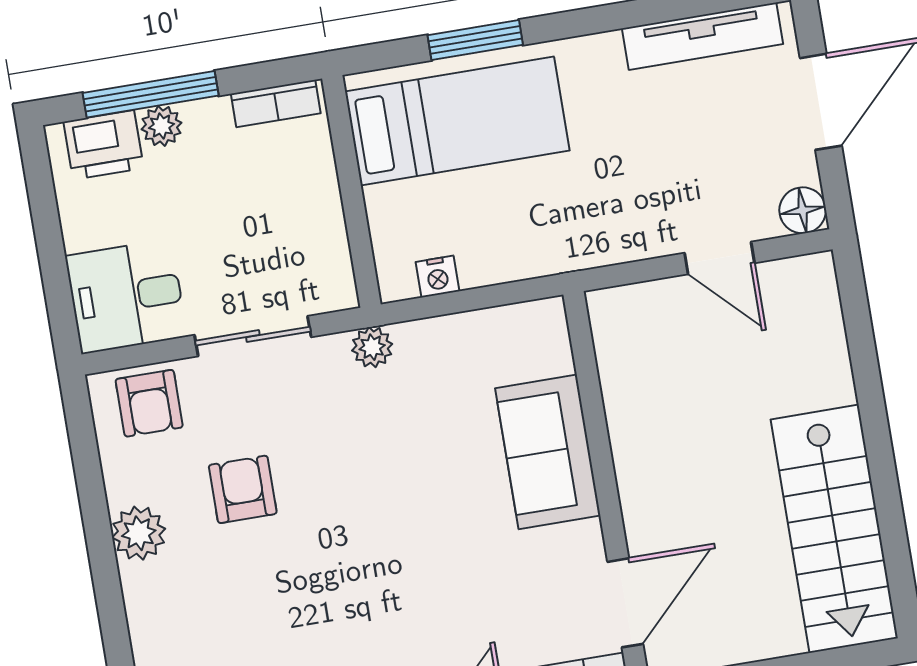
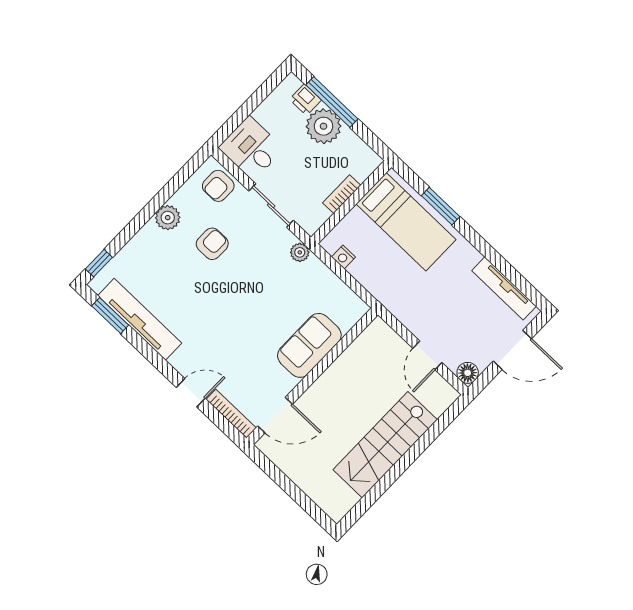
bookcase: (276, 103) -> (342, 194), moved, turned 90
plant: (161, 126) -> (324, 126), width x1.88, depth x1.88
printer: (104, 145) -> (305, 100), width x0.73, depth x0.81
stairs: (834, 529) -> (385, 445), moved

